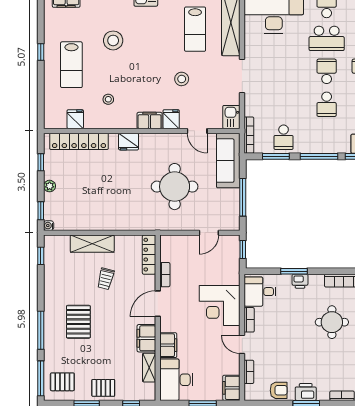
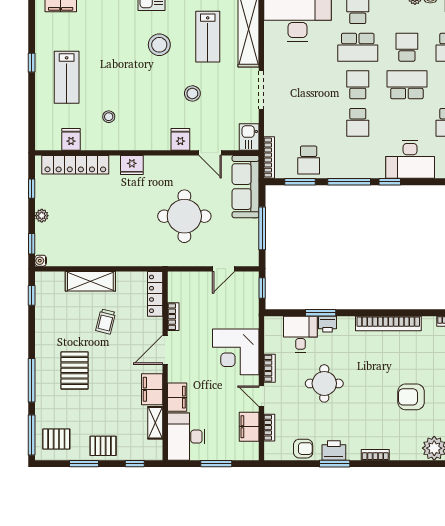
stool: (113, 40) -> (159, 45), moved
filing cabinet: (150, 121) -> (156, 141), removed
desk: (260, 292) -> (300, 334), moved, turned 90
round table: (332, 322) -> (324, 383), moved
filing cabinet: (231, 388) -> (249, 427), moved

